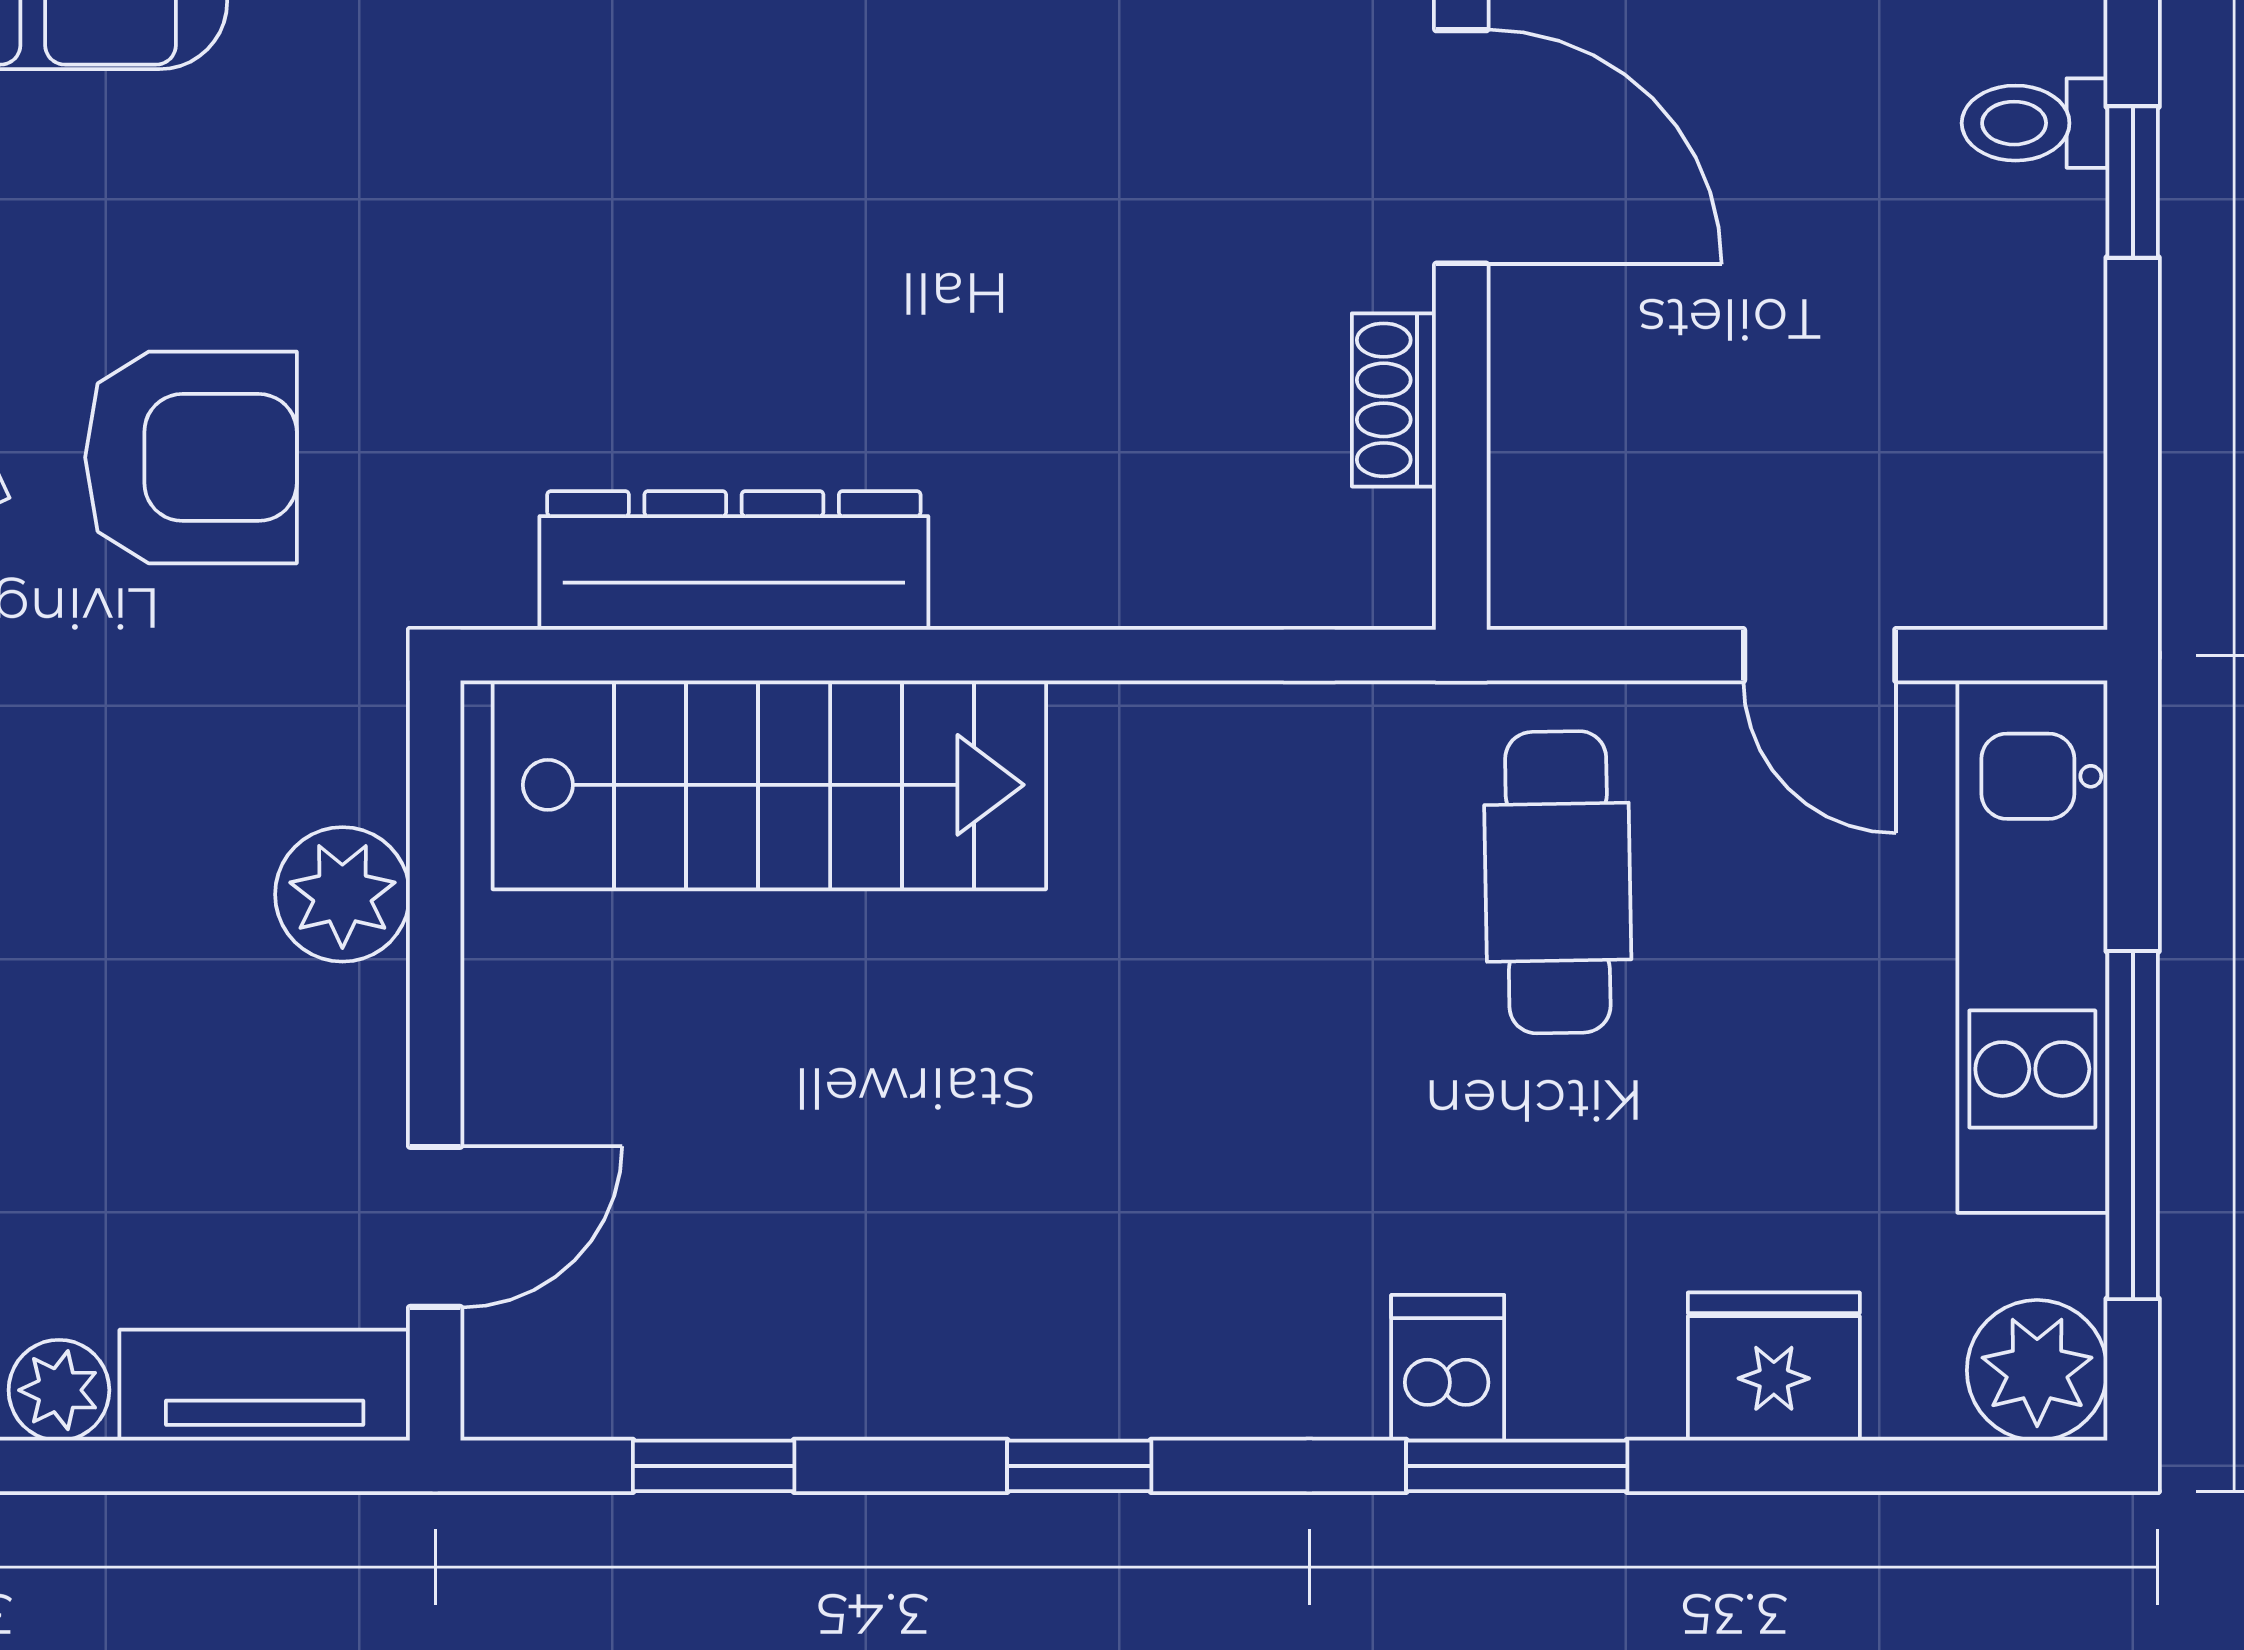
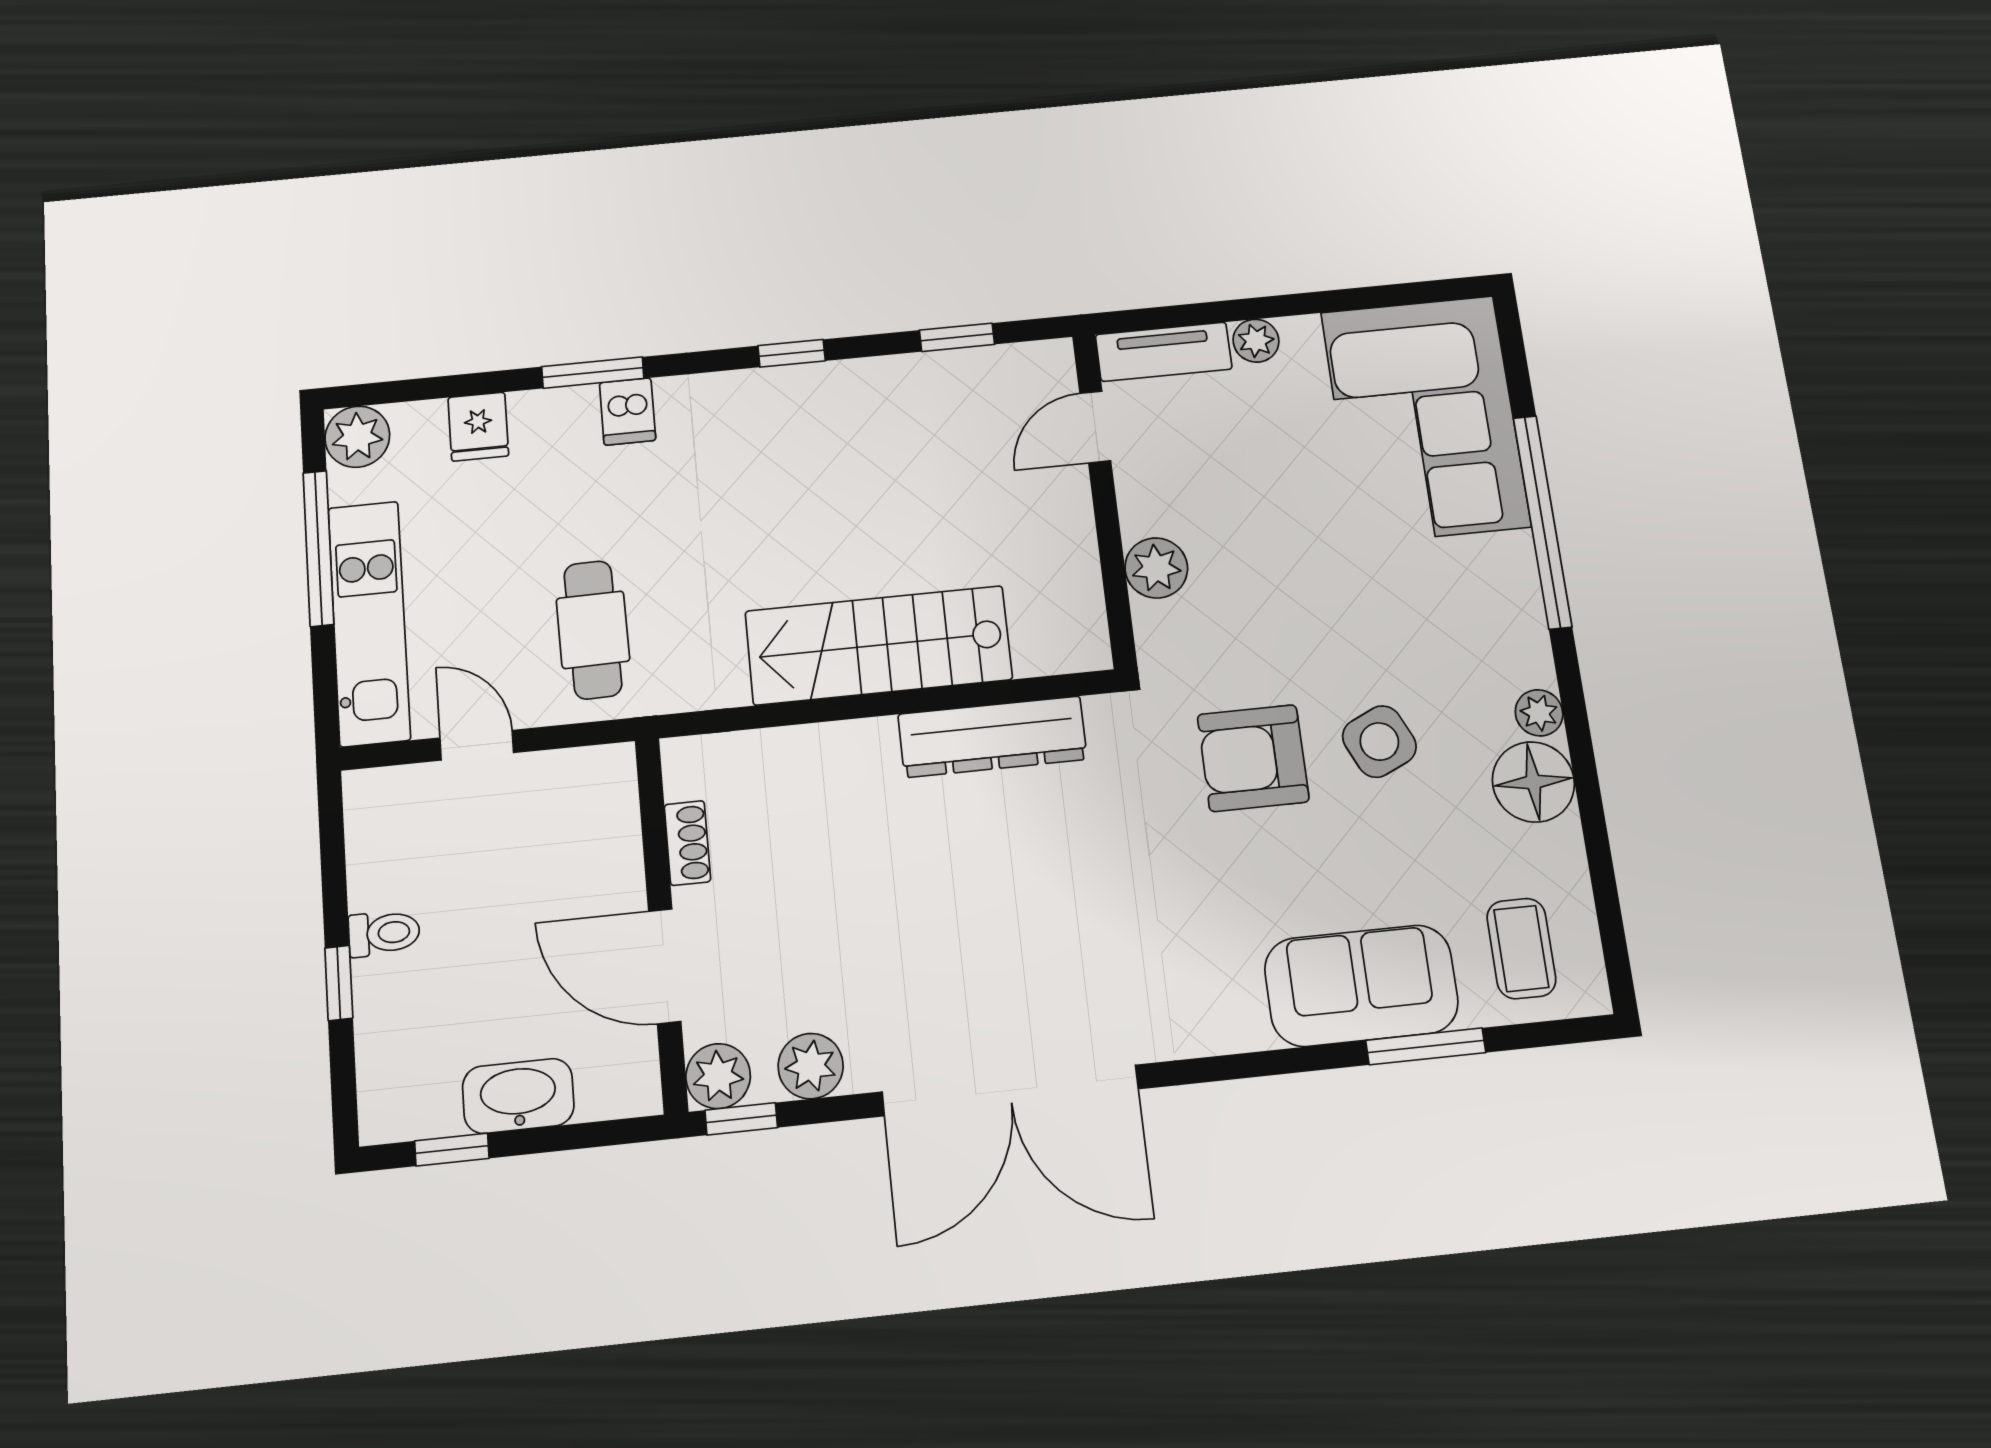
toilet: (2034, 123) -> (384, 933), moved
stairs: (769, 785) -> (879, 645), moved
fridge: (1774, 1366) -> (478, 427), width x0.72

